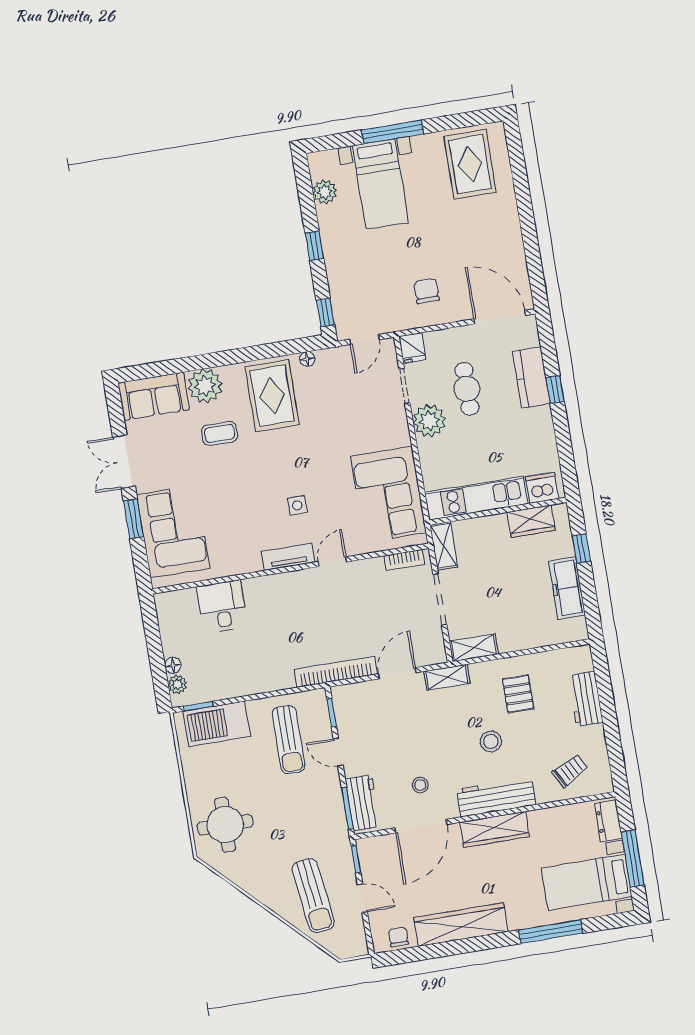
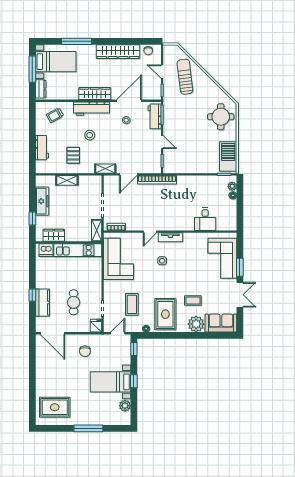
rug: (470, 164) -> (55, 407), turned 90
bed with nightstands: (380, 184) -> (110, 382), moved, turned -90
coffee table: (345, 404) -> (132, 304), added
plant: (429, 421) -> (94, 290), removed
shelving: (474, 648) -> (67, 180), moved
barbecue: (217, 724) -> (228, 156), moved, turned -90
sun lounger: (289, 740) -> (184, 152), removed

